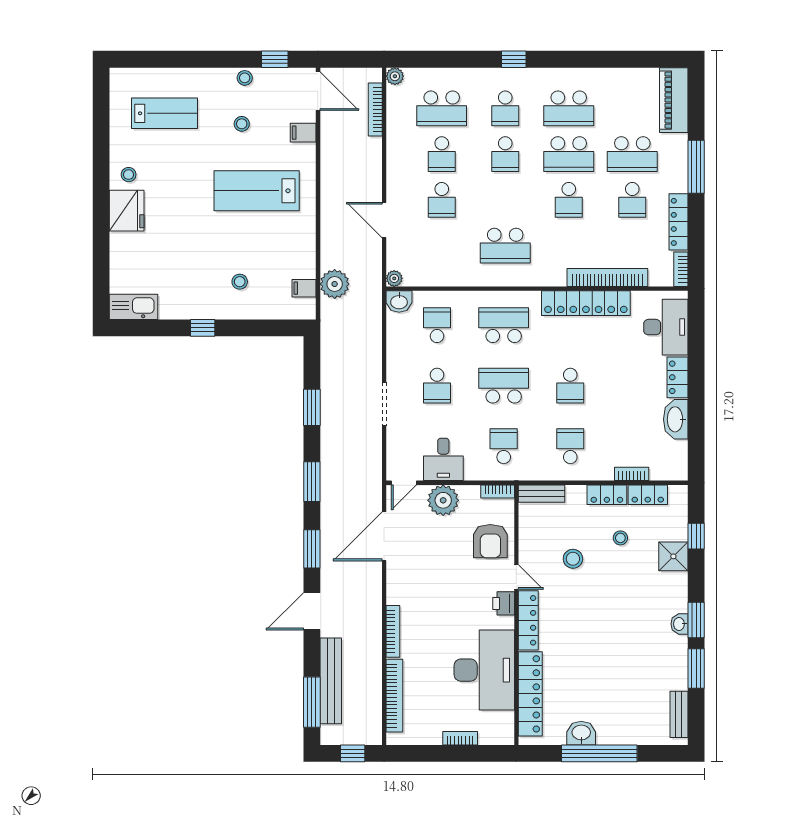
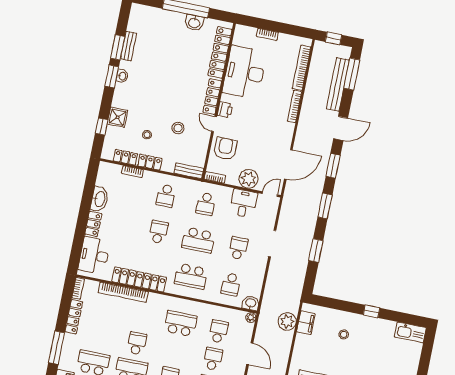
school desk: (632, 200) -> (218, 331), moved
filing cabinet: (304, 288) -> (306, 323), width x2.00
bench: (679, 714) -> (129, 46), moved

